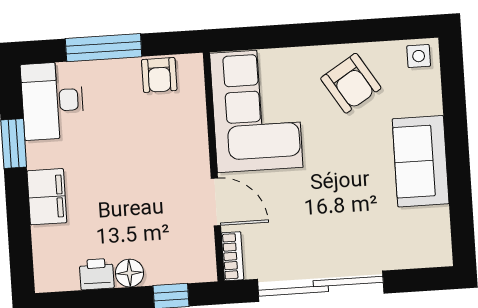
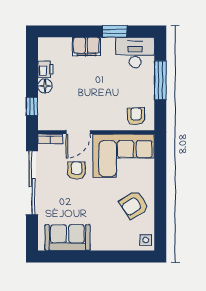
armchair: (159, 75) -> (136, 116), moved, turned 90
sofa: (421, 161) -> (67, 238), moved
armchair: (291, 200) -> (77, 171), added

